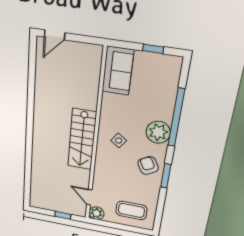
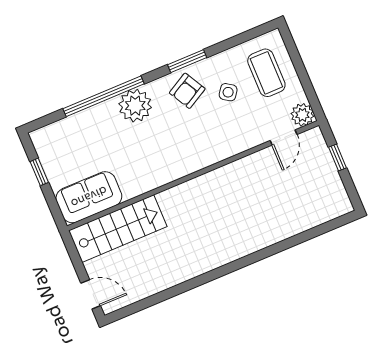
stairs: (82, 139) -> (118, 229), moved
side table: (119, 141) -> (228, 92), moved

